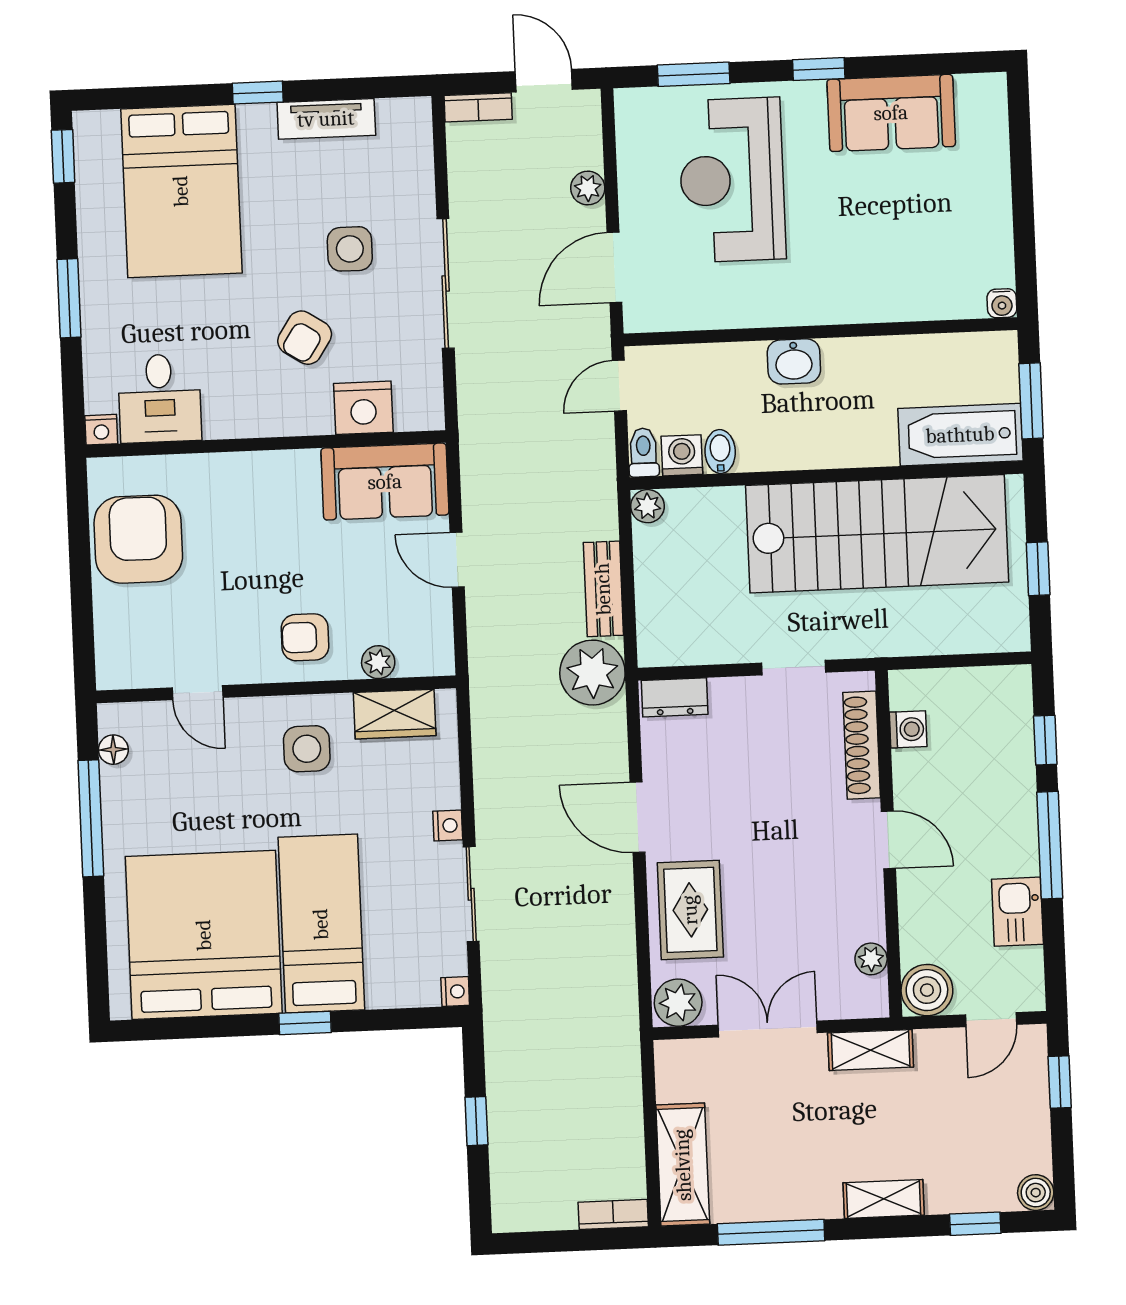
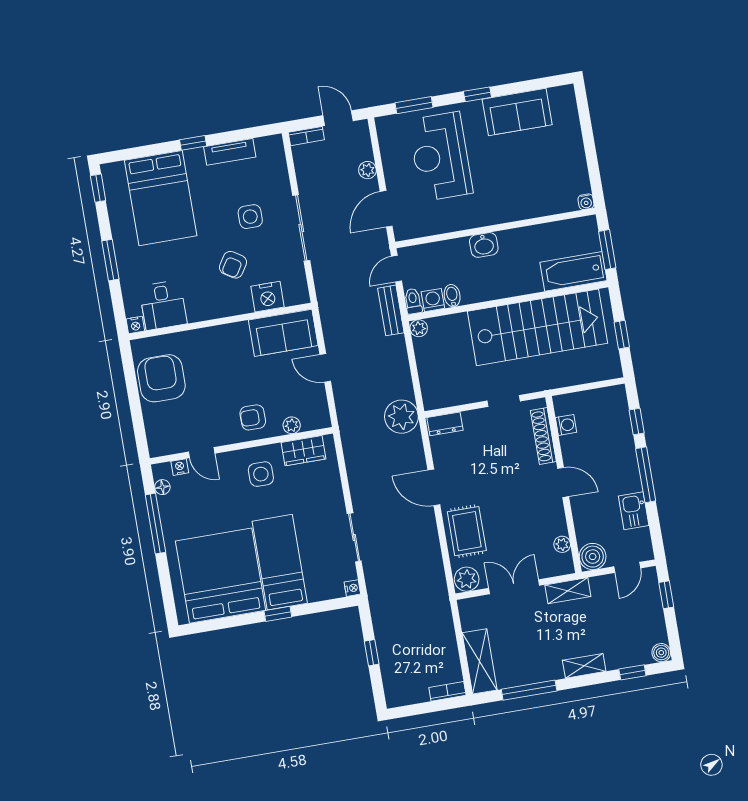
bench: (603, 589) -> (391, 310), moved
nightstand: (448, 825) -> (180, 467), moved, turned -90

